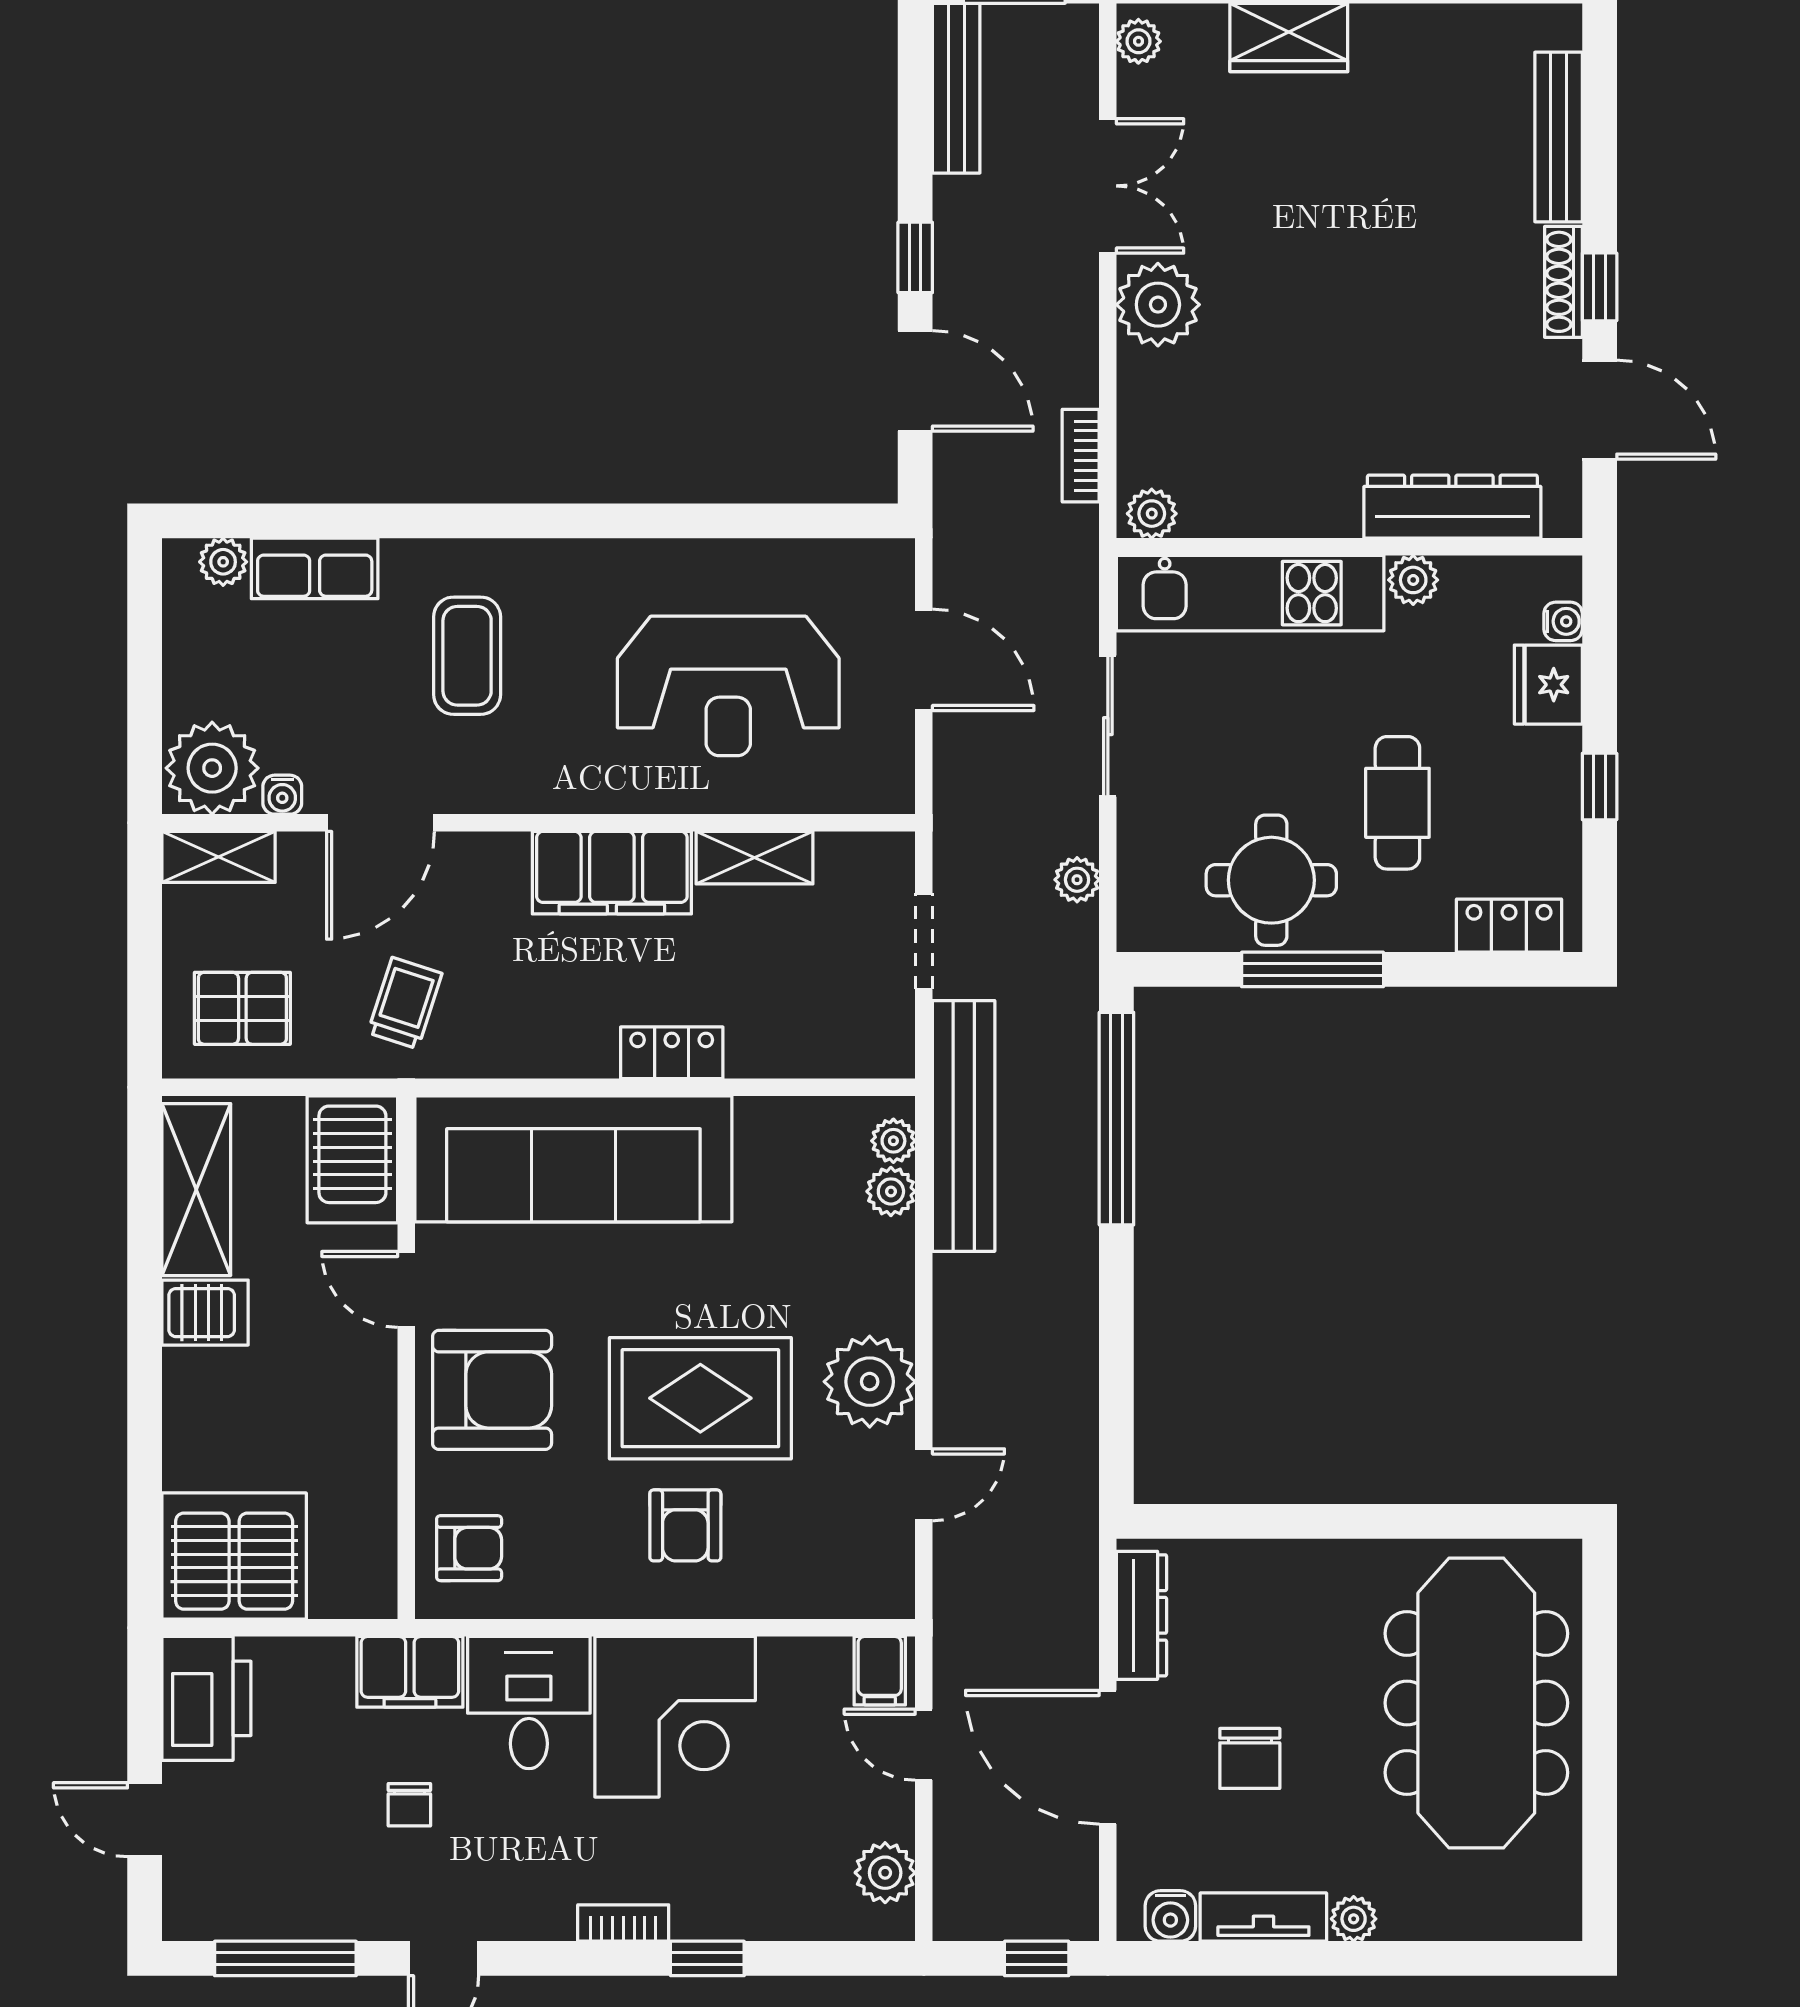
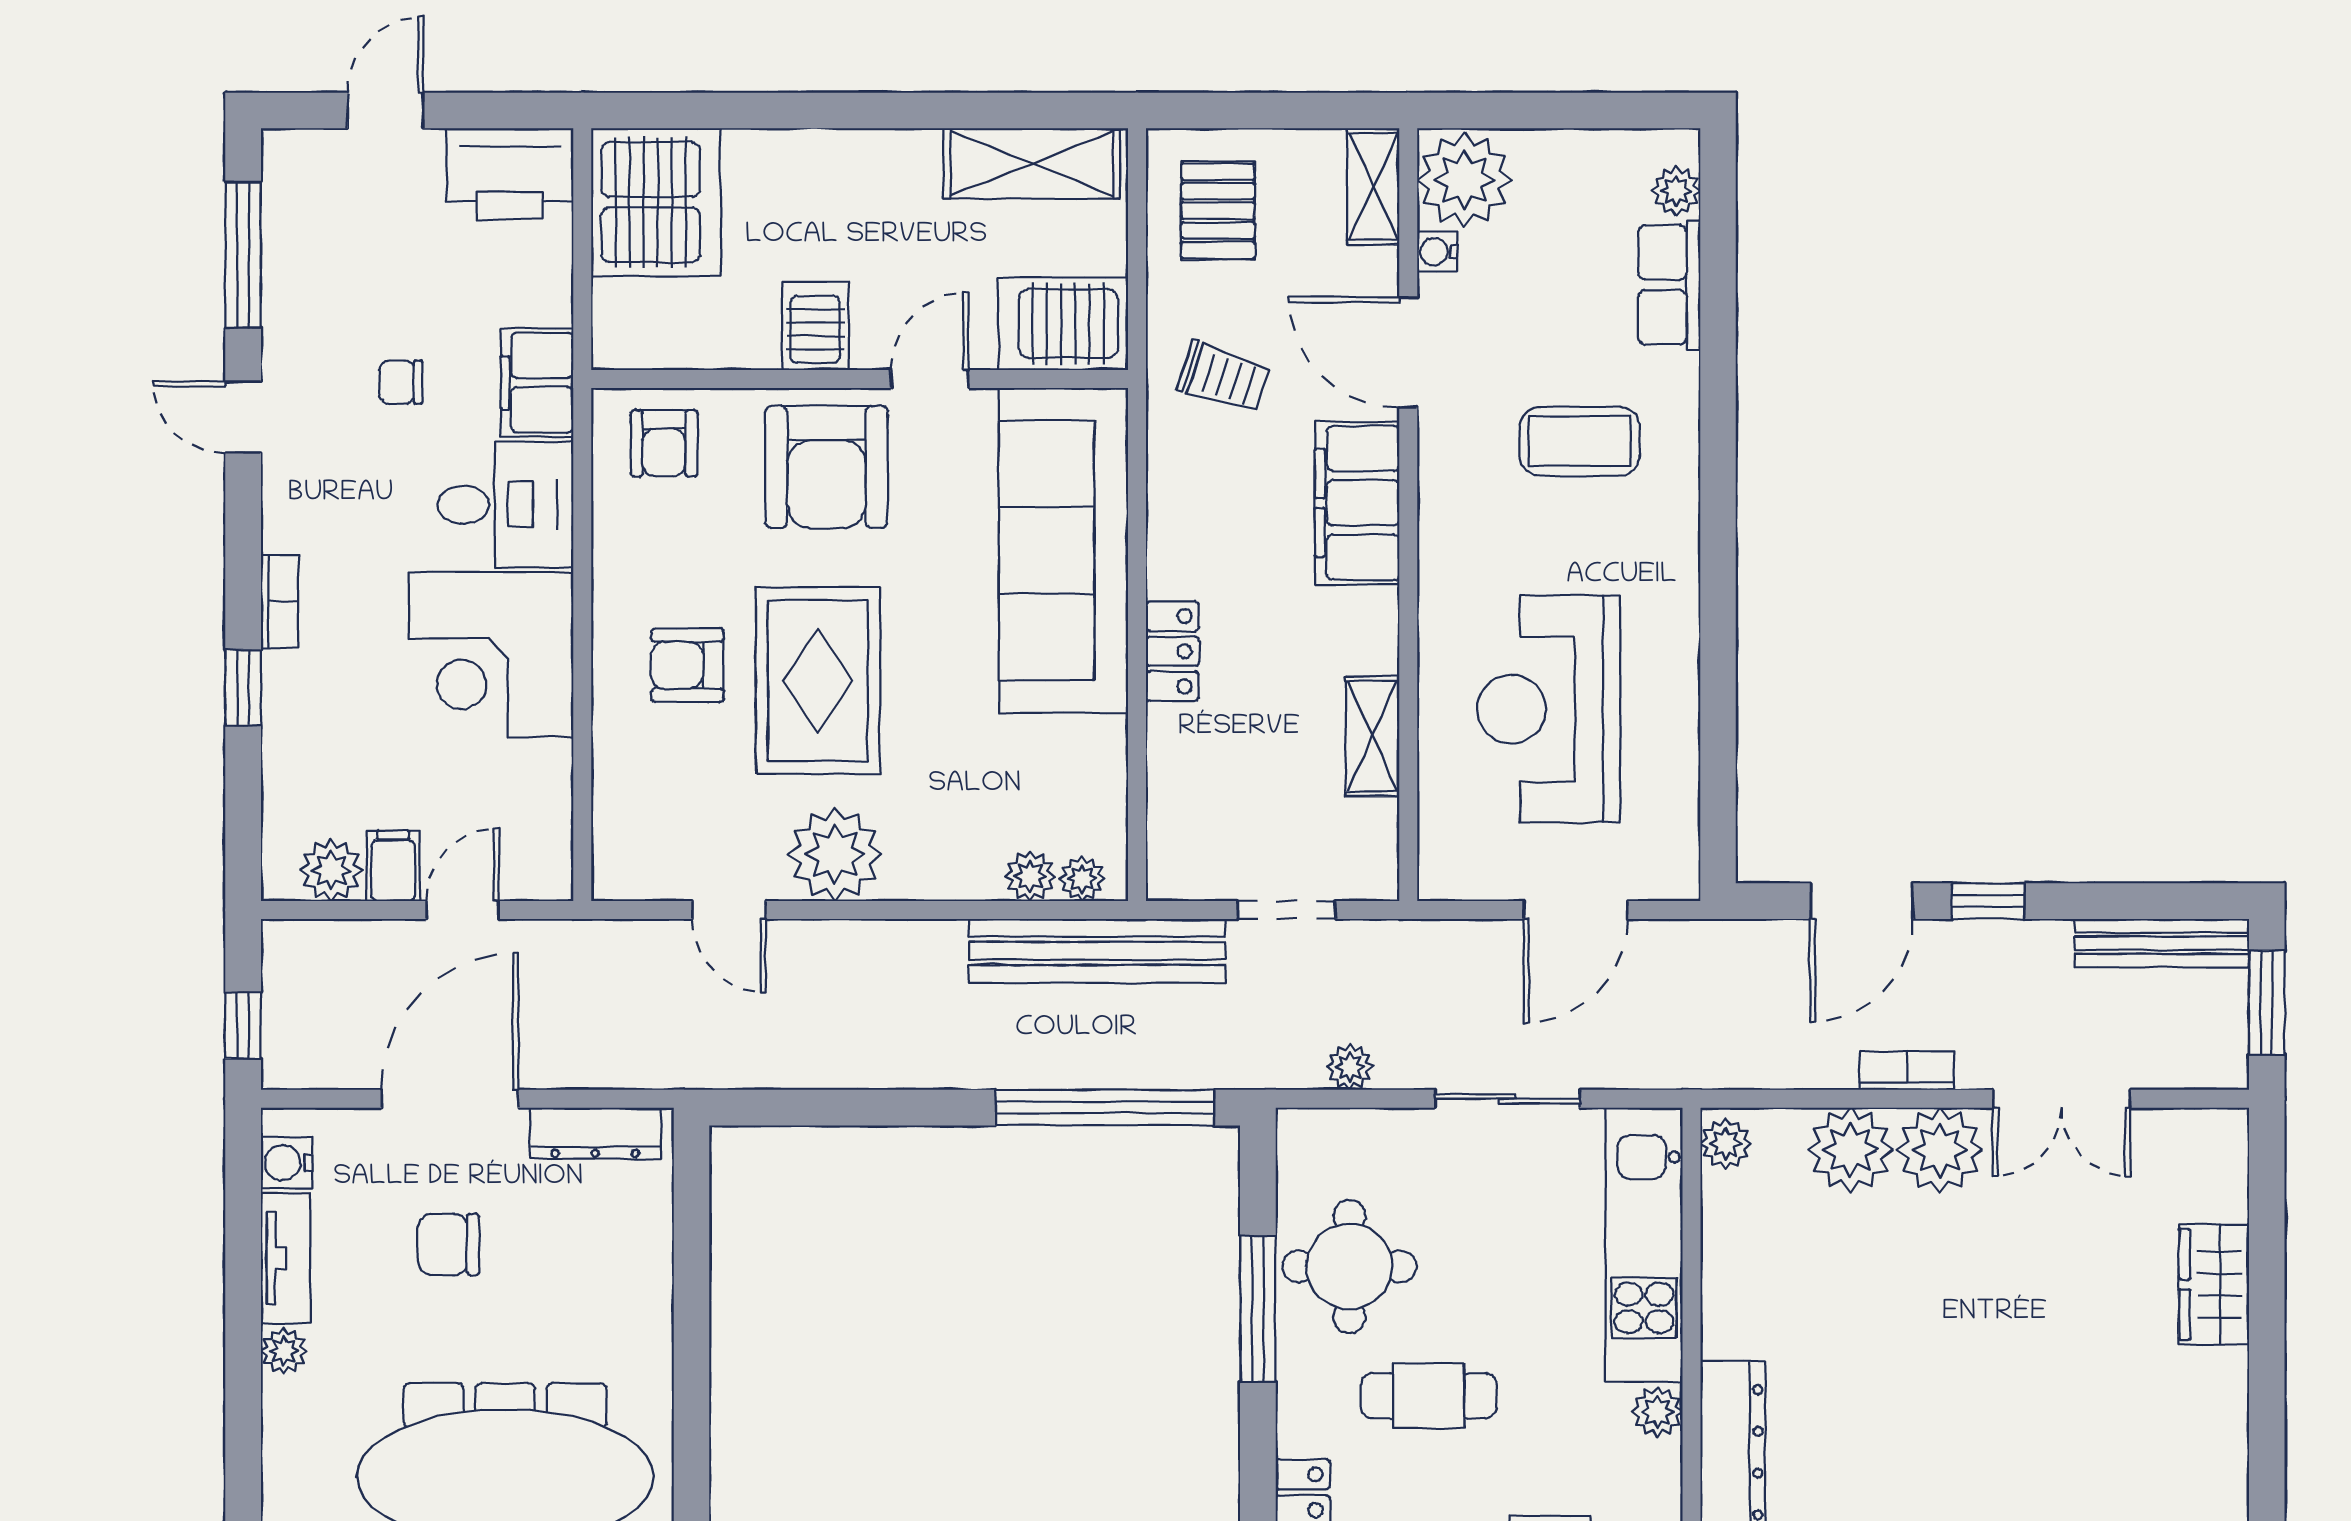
plant: (1138, 41) -> (1850, 1150), moved, width x1.88, depth x1.88
bookcase: (1081, 456) -> (1907, 1071), moved
filing cabinet: (612, 873) -> (1357, 503), moved
server rack: (205, 1313) -> (815, 326), moved, turned 180
filing cabinet: (880, 1671) -> (393, 866), moved, turned 90

